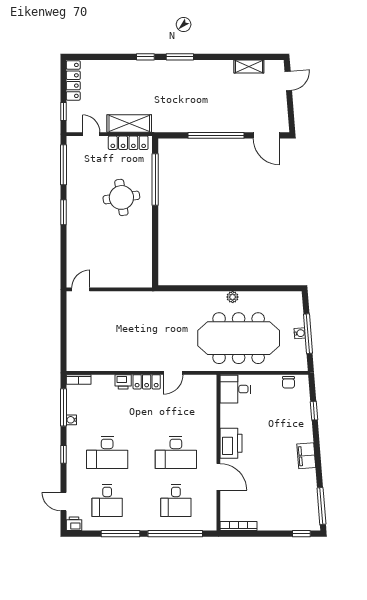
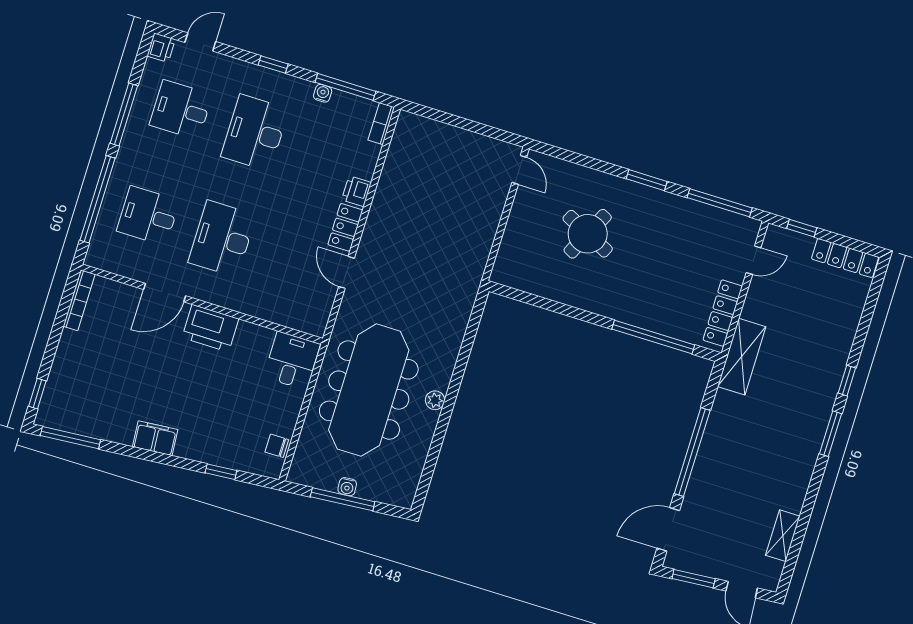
window: (291, 111) -> (694, 579), added
shelving: (129, 124) -> (742, 357), moved
round table: (121, 197) -> (588, 234), moved, turned 34

